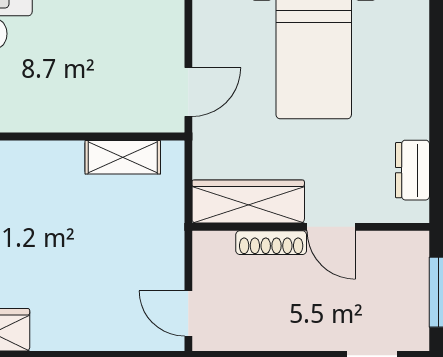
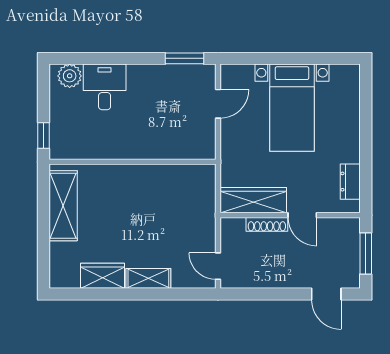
door: (188, 92) -> (218, 104), moved
shelving: (123, 157) -> (148, 278), moved

